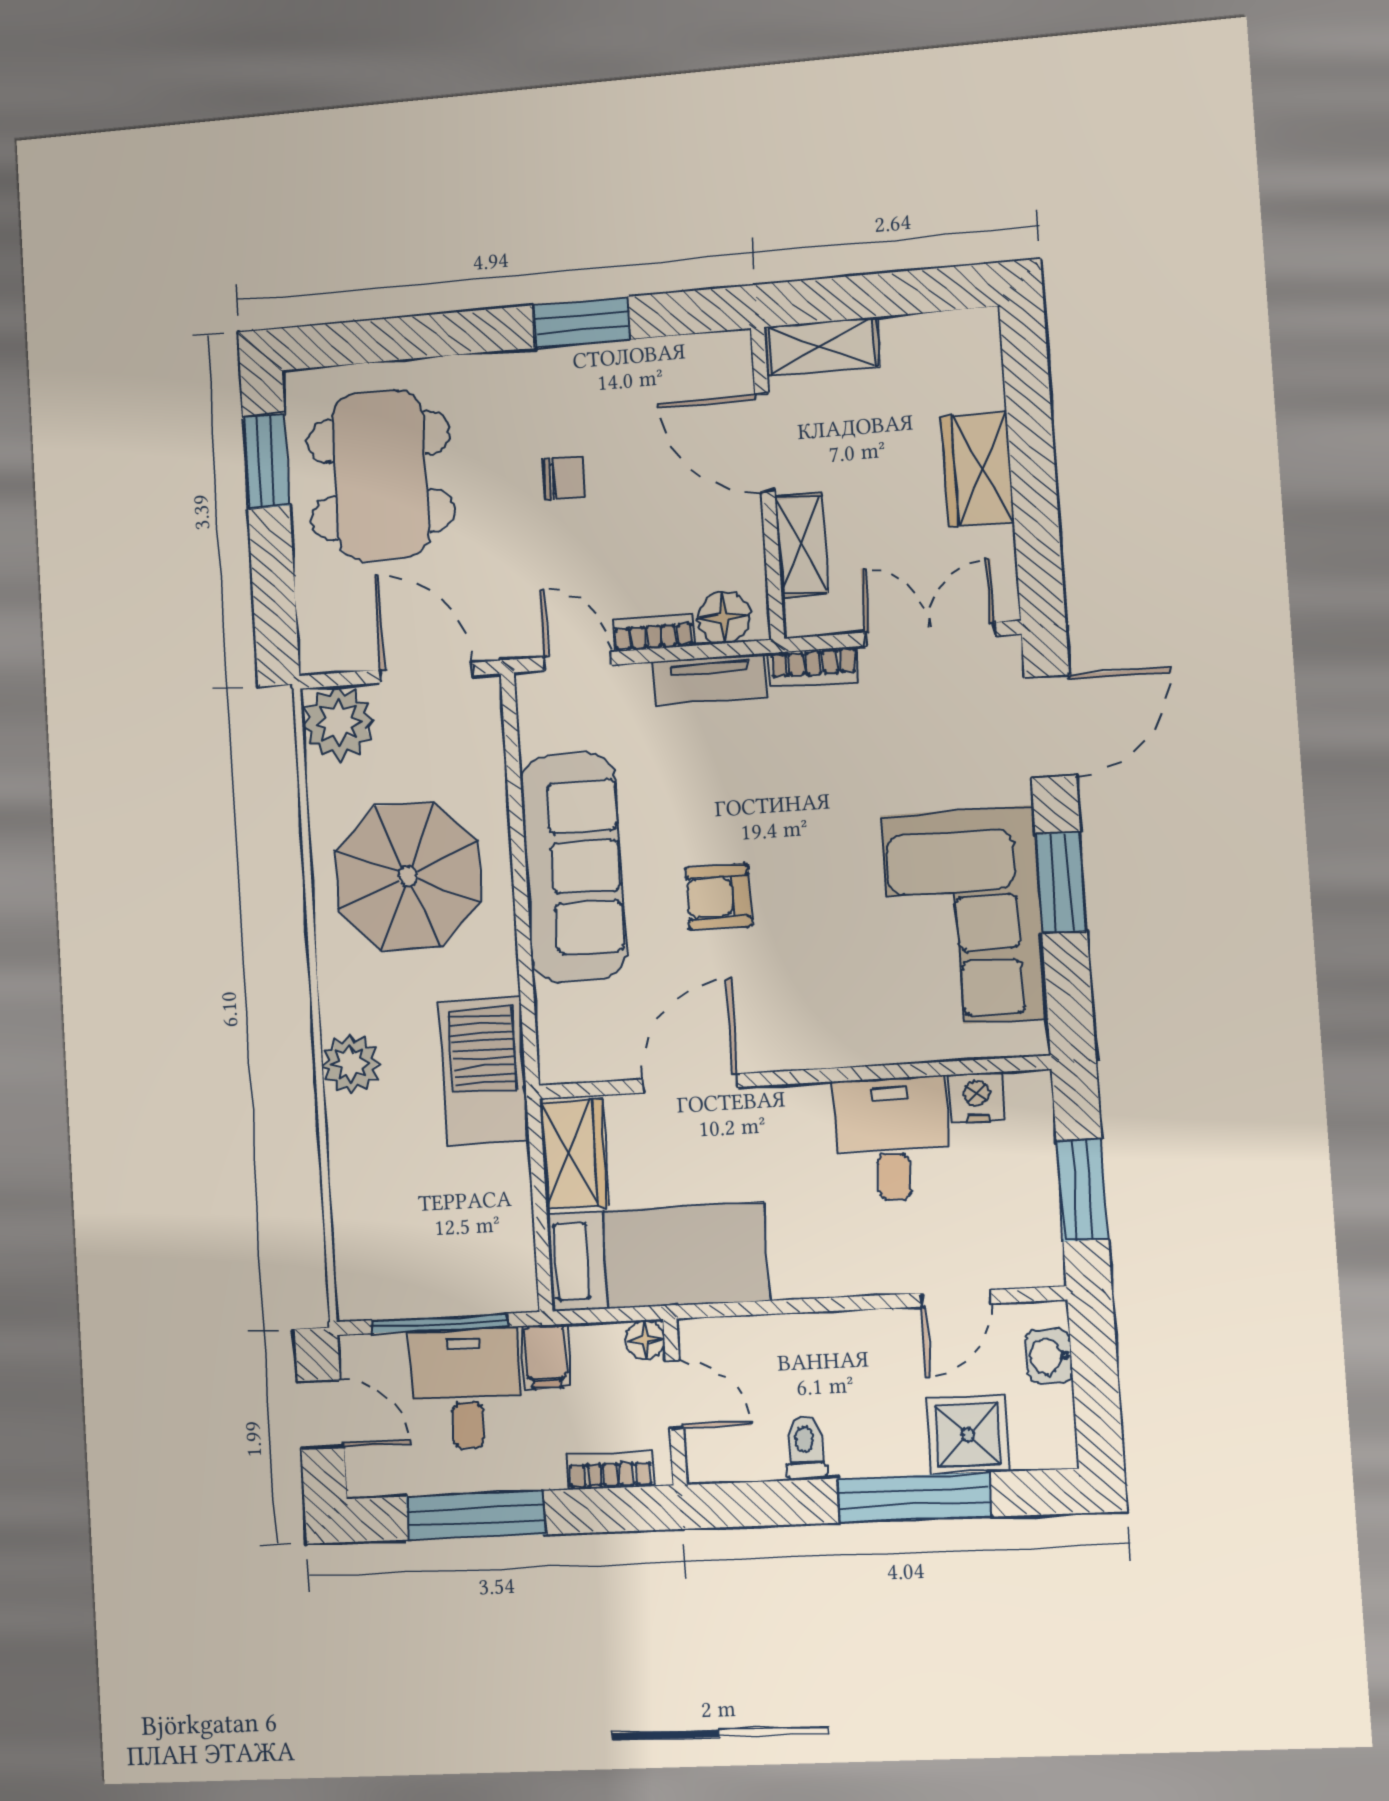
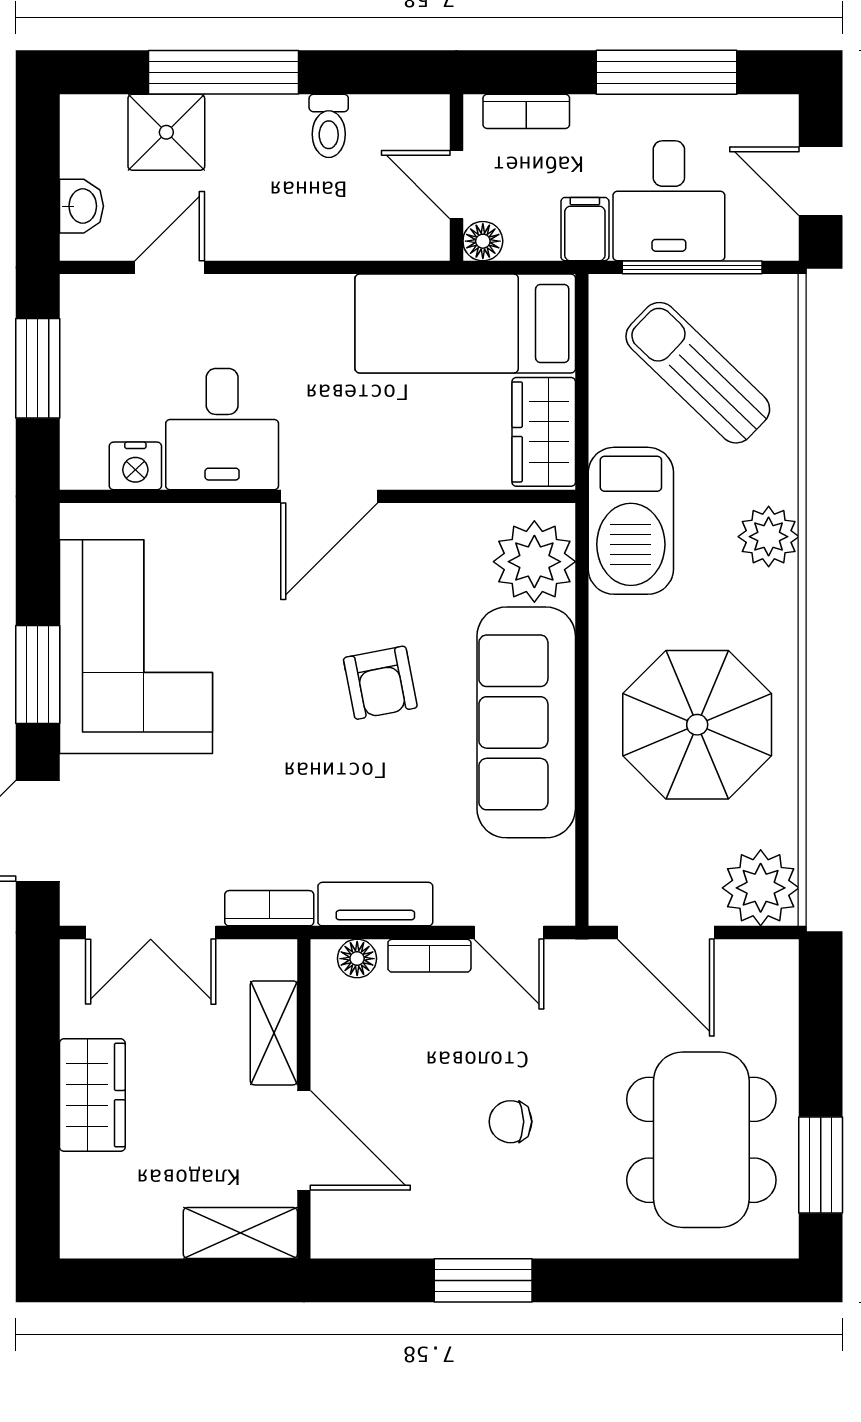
floor lamp: (724, 617) -> (357, 959), width x0.73, depth x0.73
armchair: (718, 897) -> (380, 683), turned 79
plant: (575, 1026) -> (534, 562), added
door: (690, 1083) -> (329, 496), moved
sun lounger: (428, 1220) -> (698, 373), added

